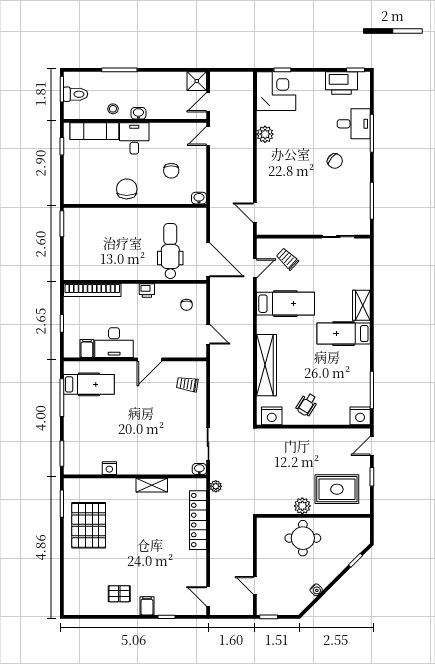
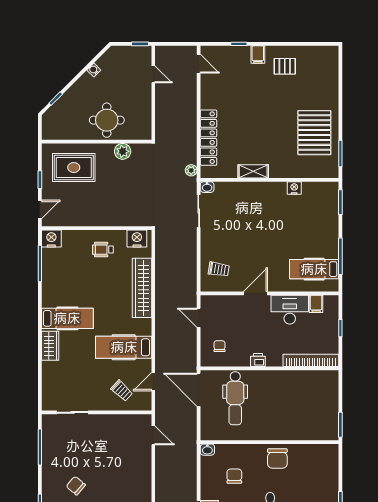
wheelchair: (307, 405) -> (103, 250), turned -122
plant: (302, 506) -> (123, 151), moved

